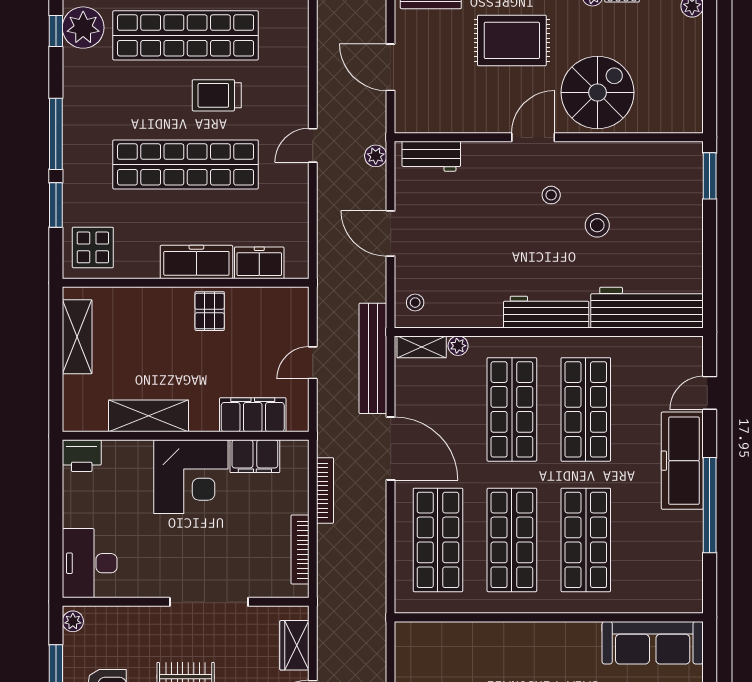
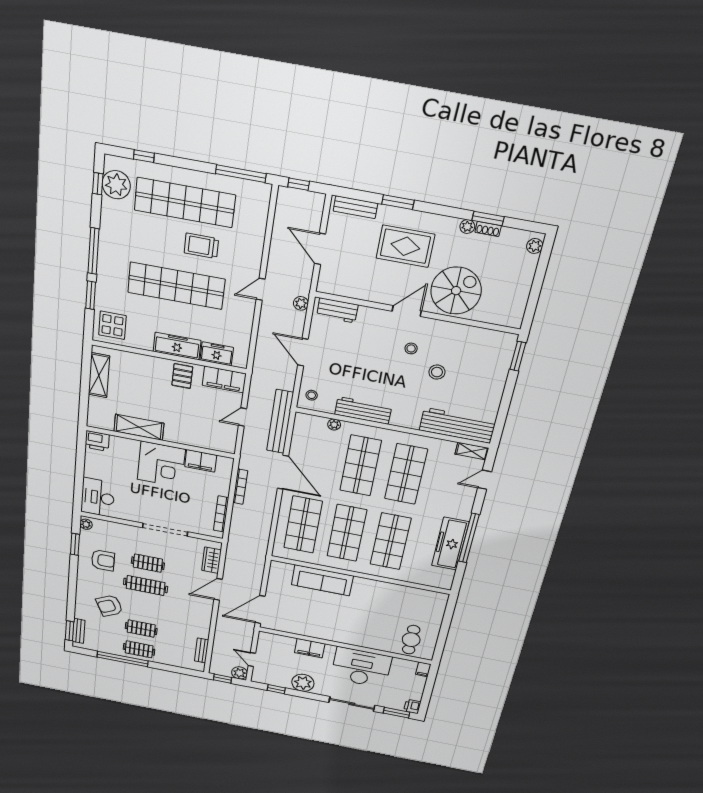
workbench: (546, 312) -> (363, 410), moved
shelving: (422, 347) -> (472, 451), moved
filing cabinet: (253, 415) -> (224, 379), moved, turned 180
freezer: (682, 461) -> (450, 544), moved
sofa: (653, 643) -> (322, 580), moved

